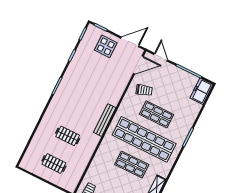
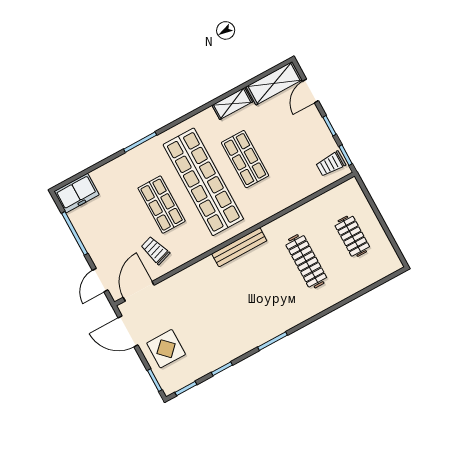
door: (138, 65) -> (139, 291), hinge flipped
clothes rail: (68, 136) -> (306, 261), width x1.36

